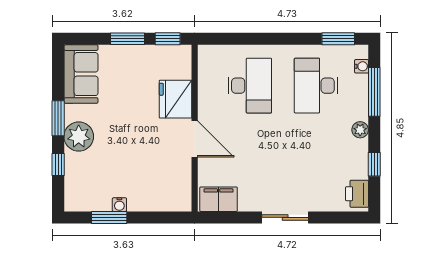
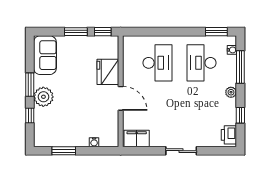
water cooler: (119, 205) -> (94, 142), moved

